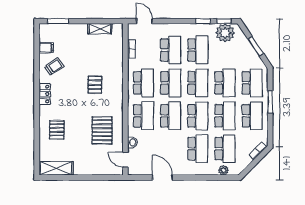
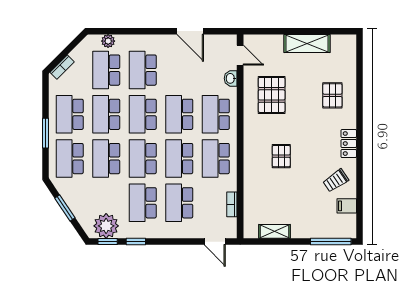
window: (58, 21) -> (331, 242), width x1.44
shelving: (56, 168) -> (307, 44), moved

